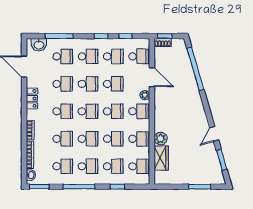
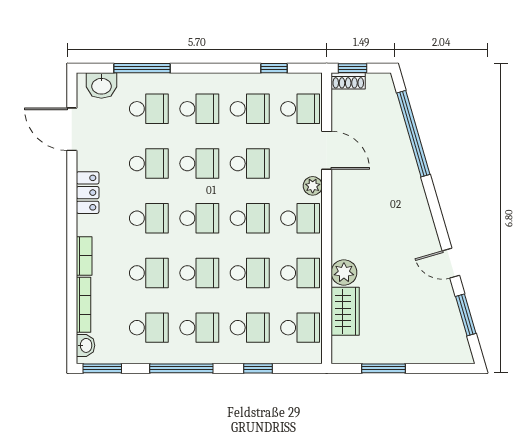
window: (101, 36) -> (225, 68), removed
door: (214, 134) -> (451, 263), hinge flipped
window: (200, 187) -> (384, 368), moved

